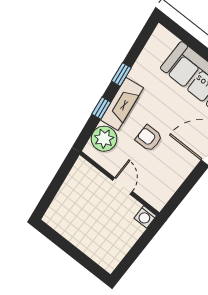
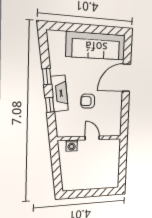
plant: (104, 139) -> (64, 121), removed
washing machine: (145, 217) -> (72, 145), moved

